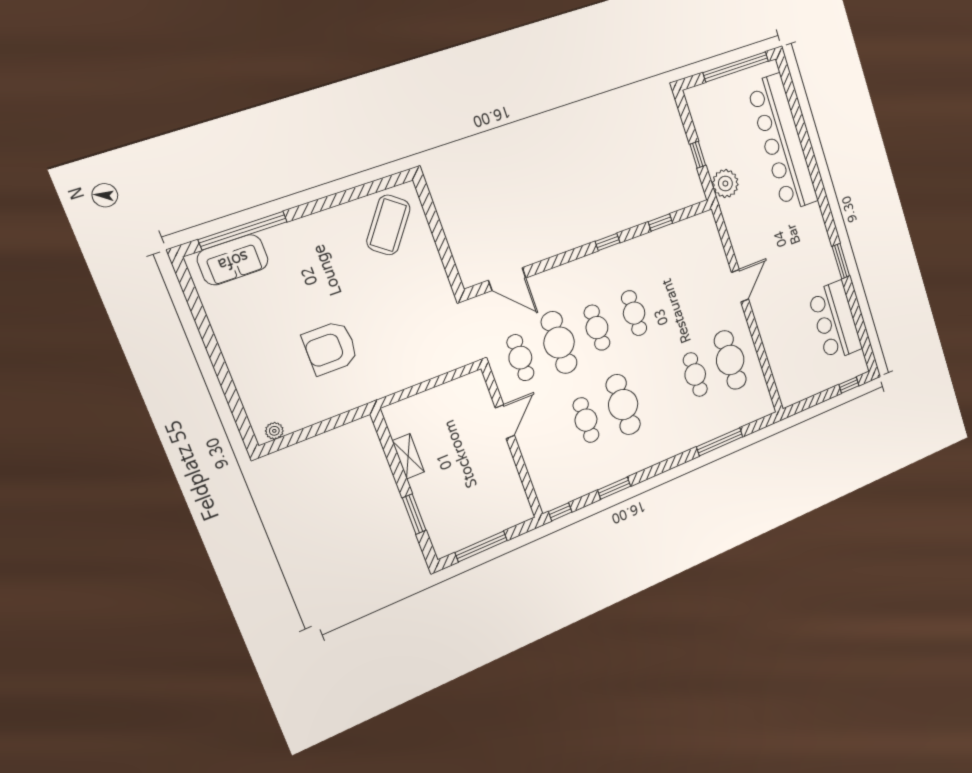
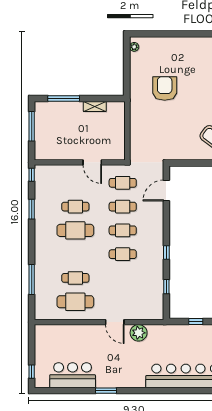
plant: (725, 183) -> (139, 333), moved
cafe table: (559, 342) -> (123, 207), width x0.73, depth x0.74
window: (414, 514) -> (64, 98), width x1.44

